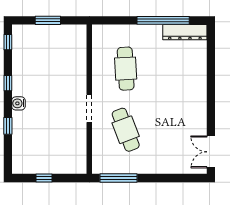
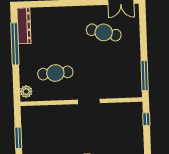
plant: (104, 32) -> (26, 91), added
cafe table: (126, 130) -> (104, 32), moved, turned 36
window: (44, 178) -> (146, 119), moved

